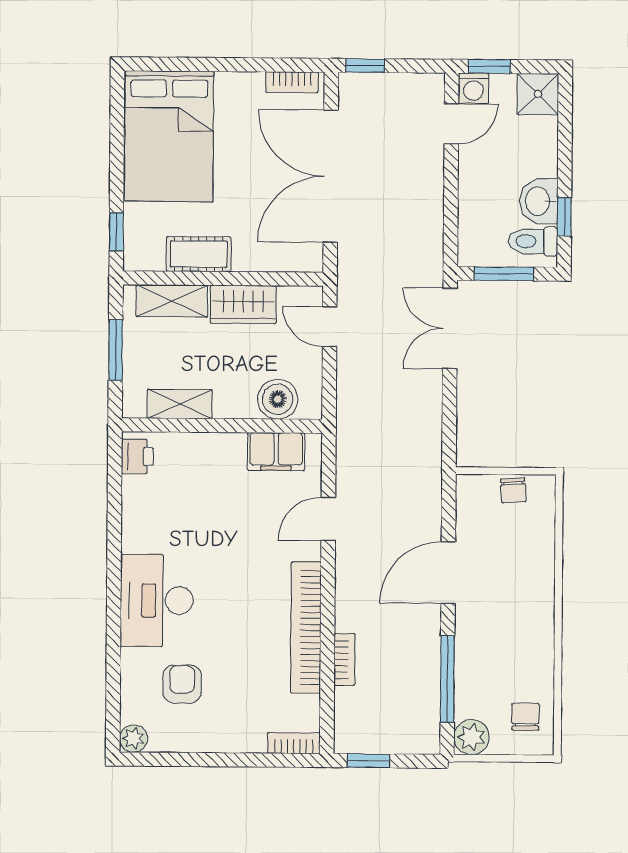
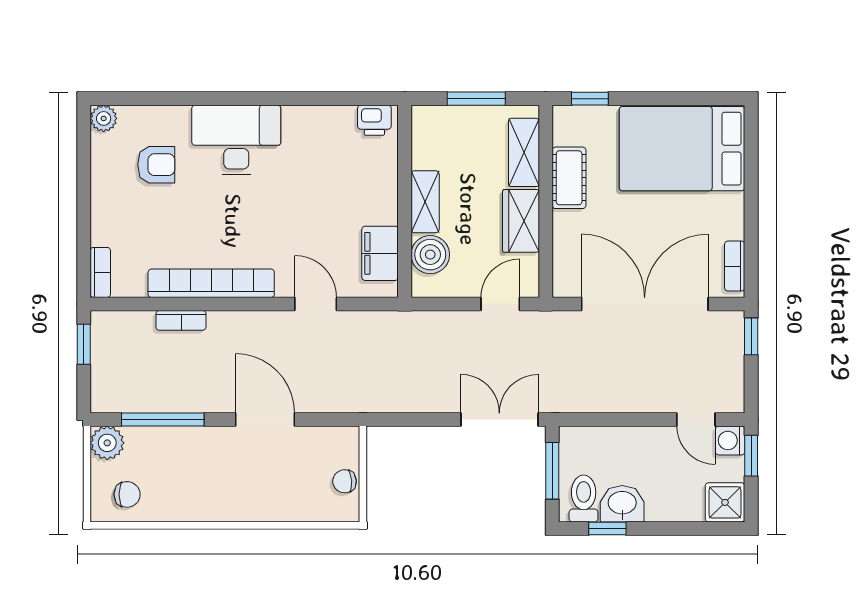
shelving: (180, 404) -> (425, 202), moved

